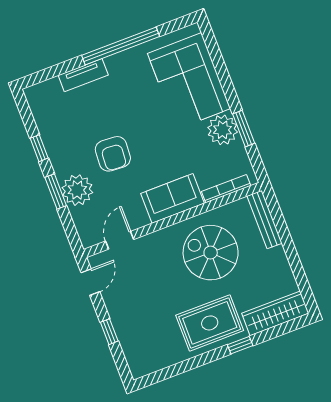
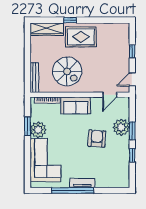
tv unit: (83, 75) -> (82, 183), moved

